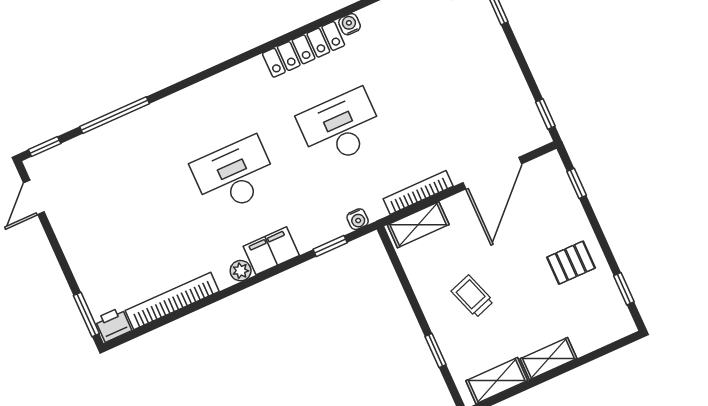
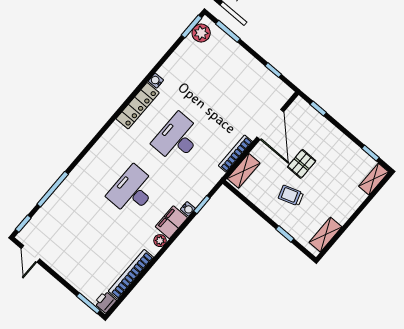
window: (545, 114) -> (273, 70), moved
water cooler: (358, 219) -> (188, 209), moved
pallet: (571, 263) -> (302, 164), moved
shelving: (548, 359) -> (374, 179), moved

